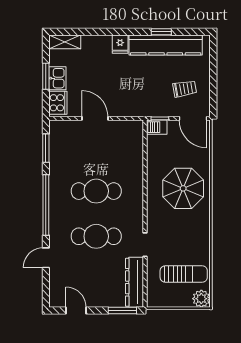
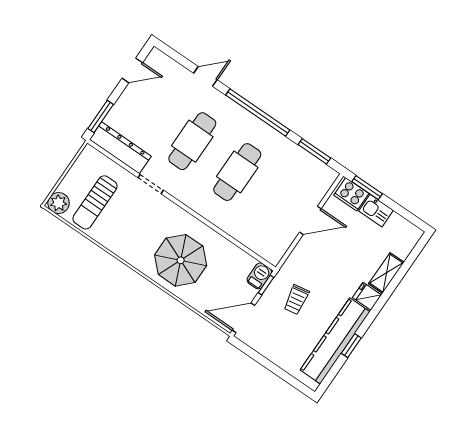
shelving: (65, 42) -> (386, 273), moved
window: (46, 76) -> (367, 188), moved
trolley: (185, 89) -> (296, 300), moved
door: (46, 258) -> (205, 76), hinge flipped

